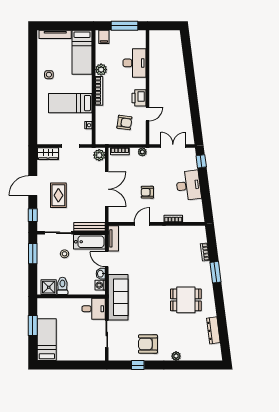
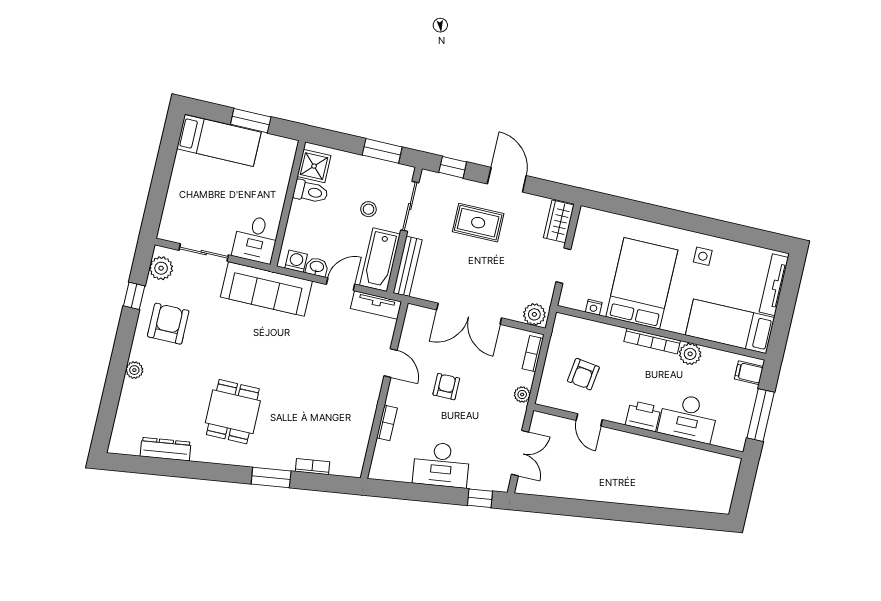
printer: (139, 98) -> (643, 416), moved
bed: (70, 103) -> (642, 283), width x1.50
plant: (120, 354) -> (161, 268), added

